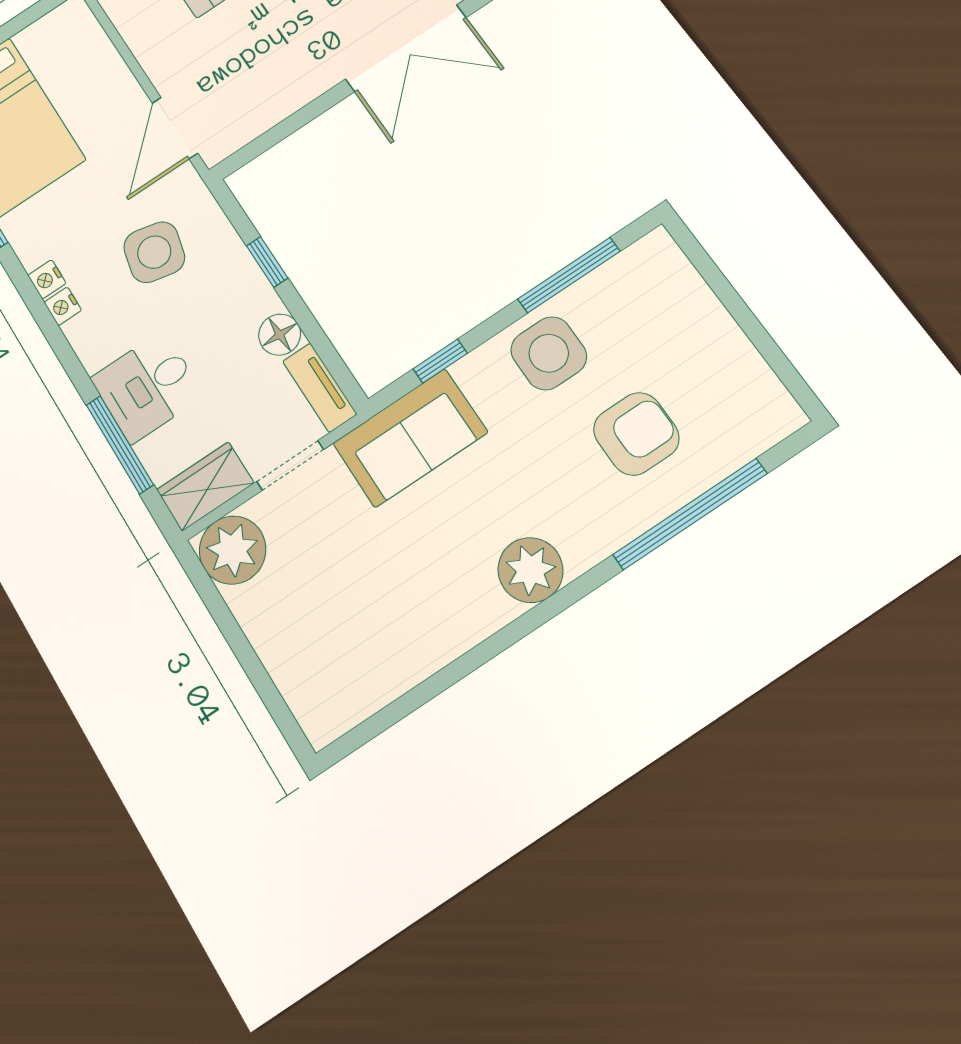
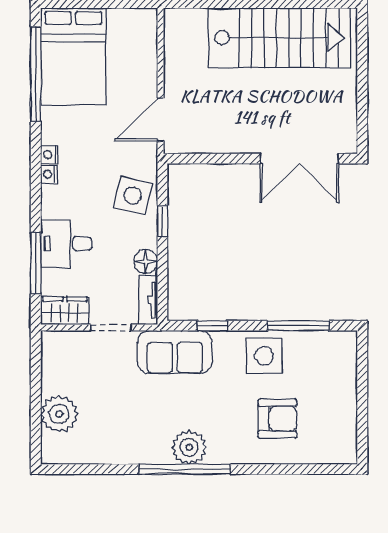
side table: (154, 252) -> (133, 195), moved
window: (690, 514) -> (185, 469), moved
plant: (232, 550) -> (59, 414), moved

